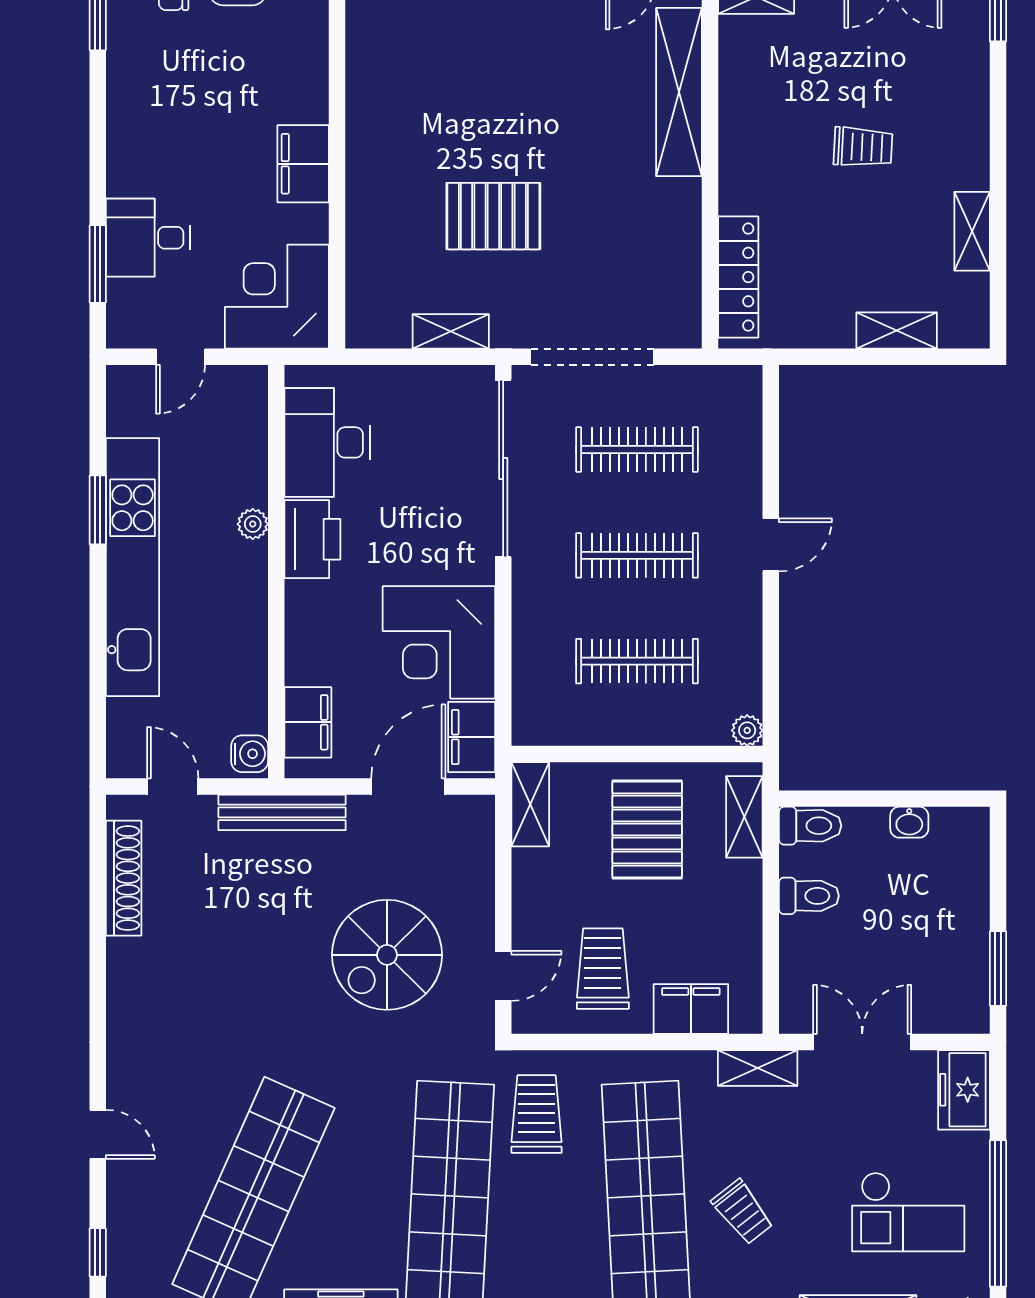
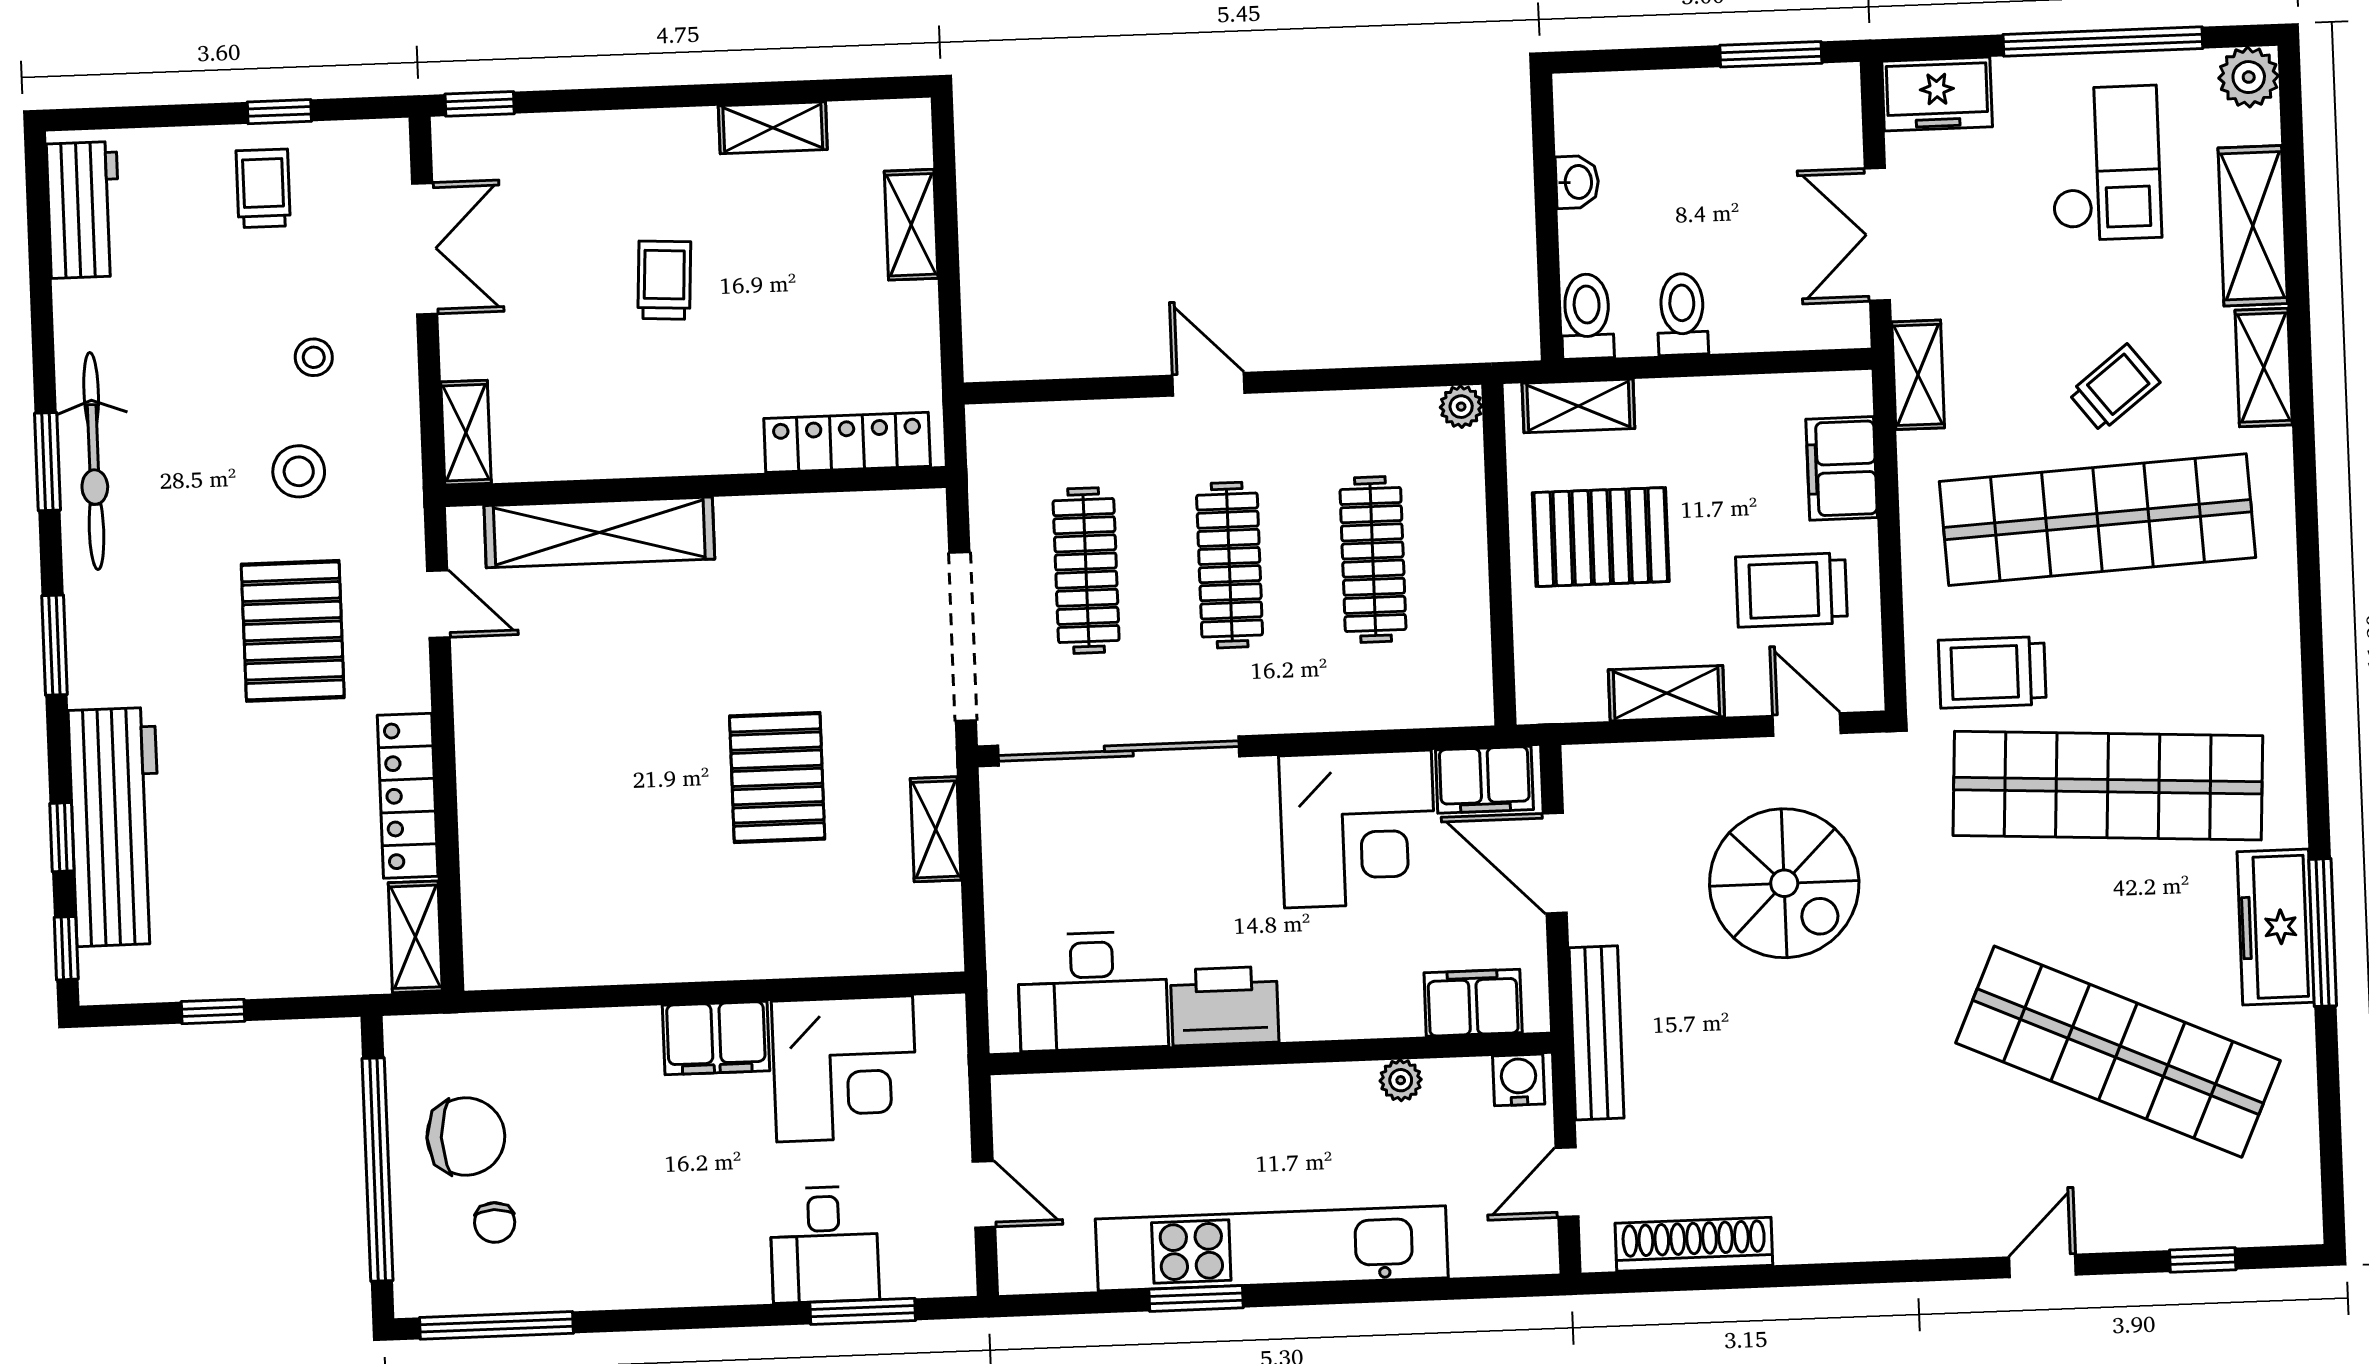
corner desk: (277, 297) -> (845, 1069), moved, turned -90
plant: (253, 524) -> (1401, 1080), moved
shelving: (530, 804) -> (1666, 693), moved

